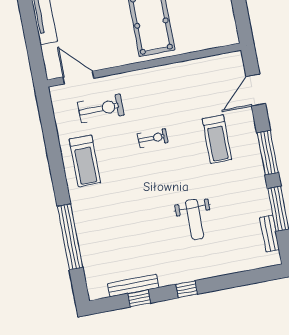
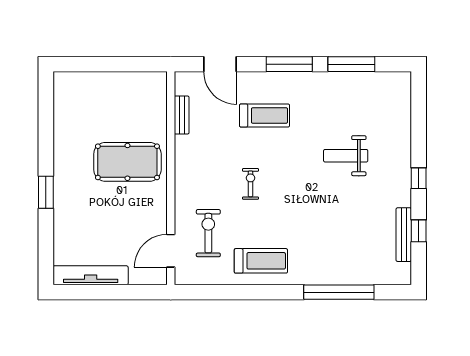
weight bench: (195, 219) -> (346, 156), turned 180
bench: (269, 234) -> (182, 115), moved, turned 90

